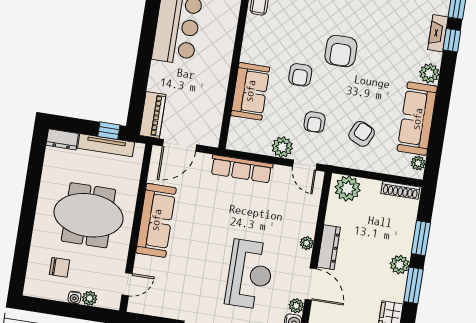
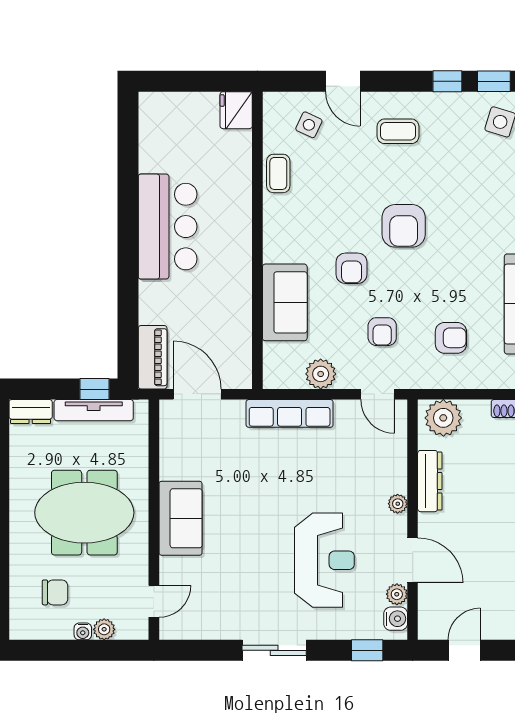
armchair: (362, 134) -> (451, 338), turned 65
door: (180, 145) -> (197, 394), swing flipped
plant: (282, 147) -> (321, 374), moved
sofa: (156, 220) -> (181, 518), width x0.73
dresser: (329, 247) -> (430, 481), moved

